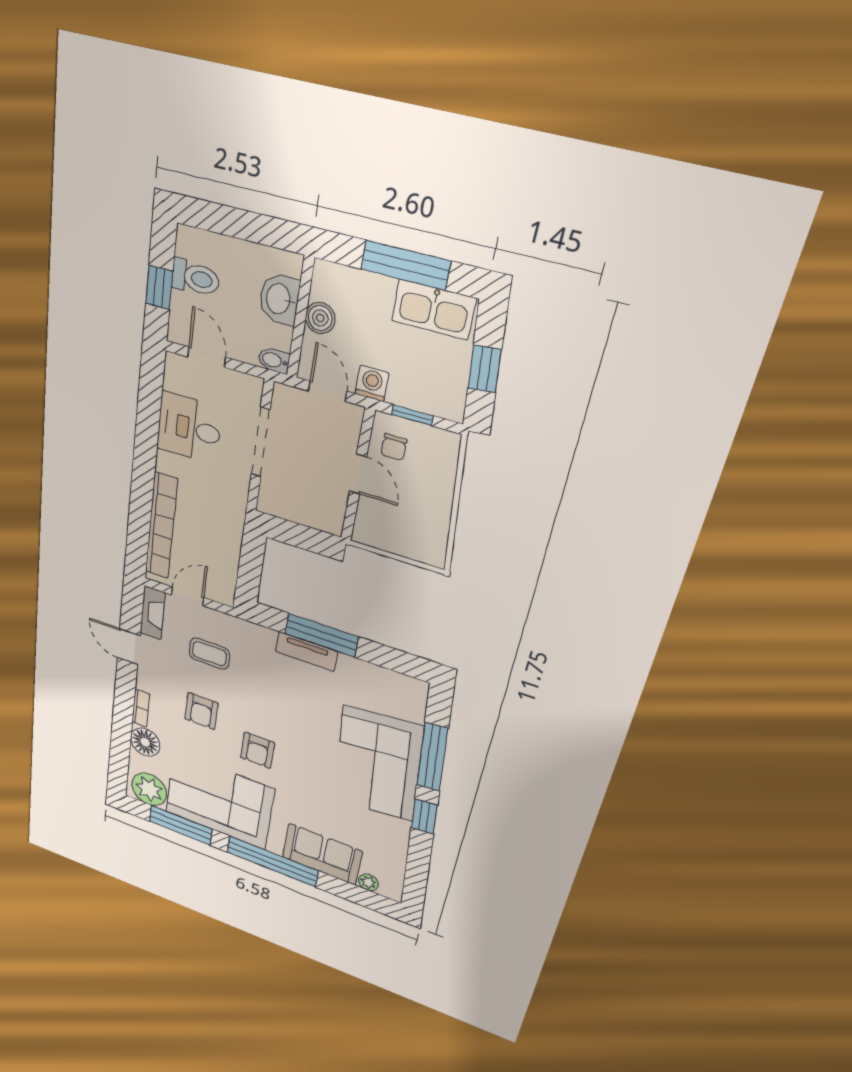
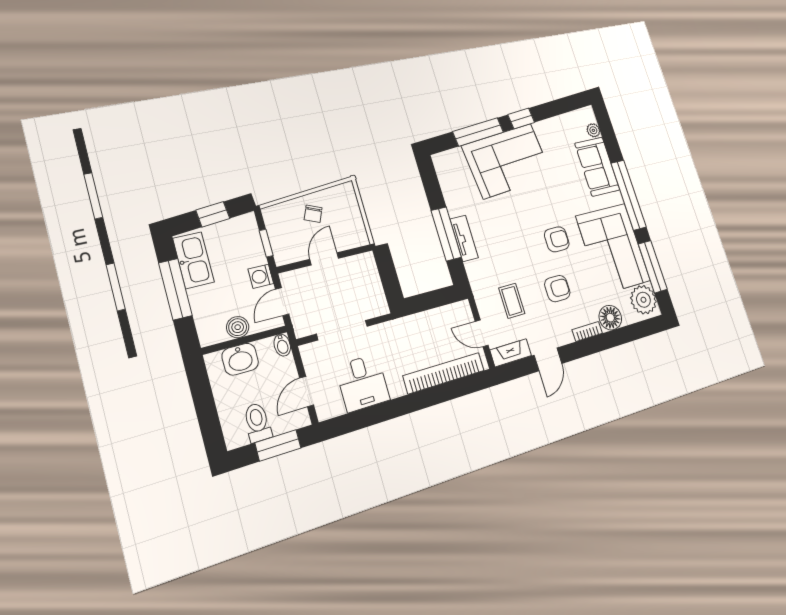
window: (159, 287) -> (278, 445), width x1.50
chair: (394, 447) -> (313, 214), moved, turned 113

